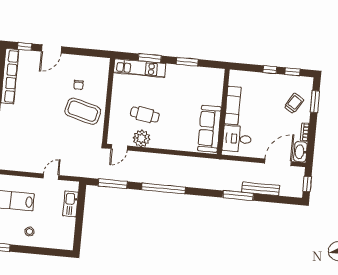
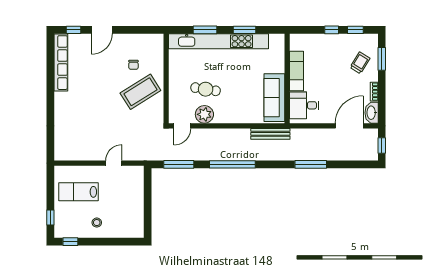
kitchen unit: (140, 68) -> (219, 41), width x1.86
coffee table: (83, 111) -> (140, 92), turned -47
bench: (261, 189) -> (270, 134), moved
kitchen sink: (70, 204) -> (137, 190), removed

